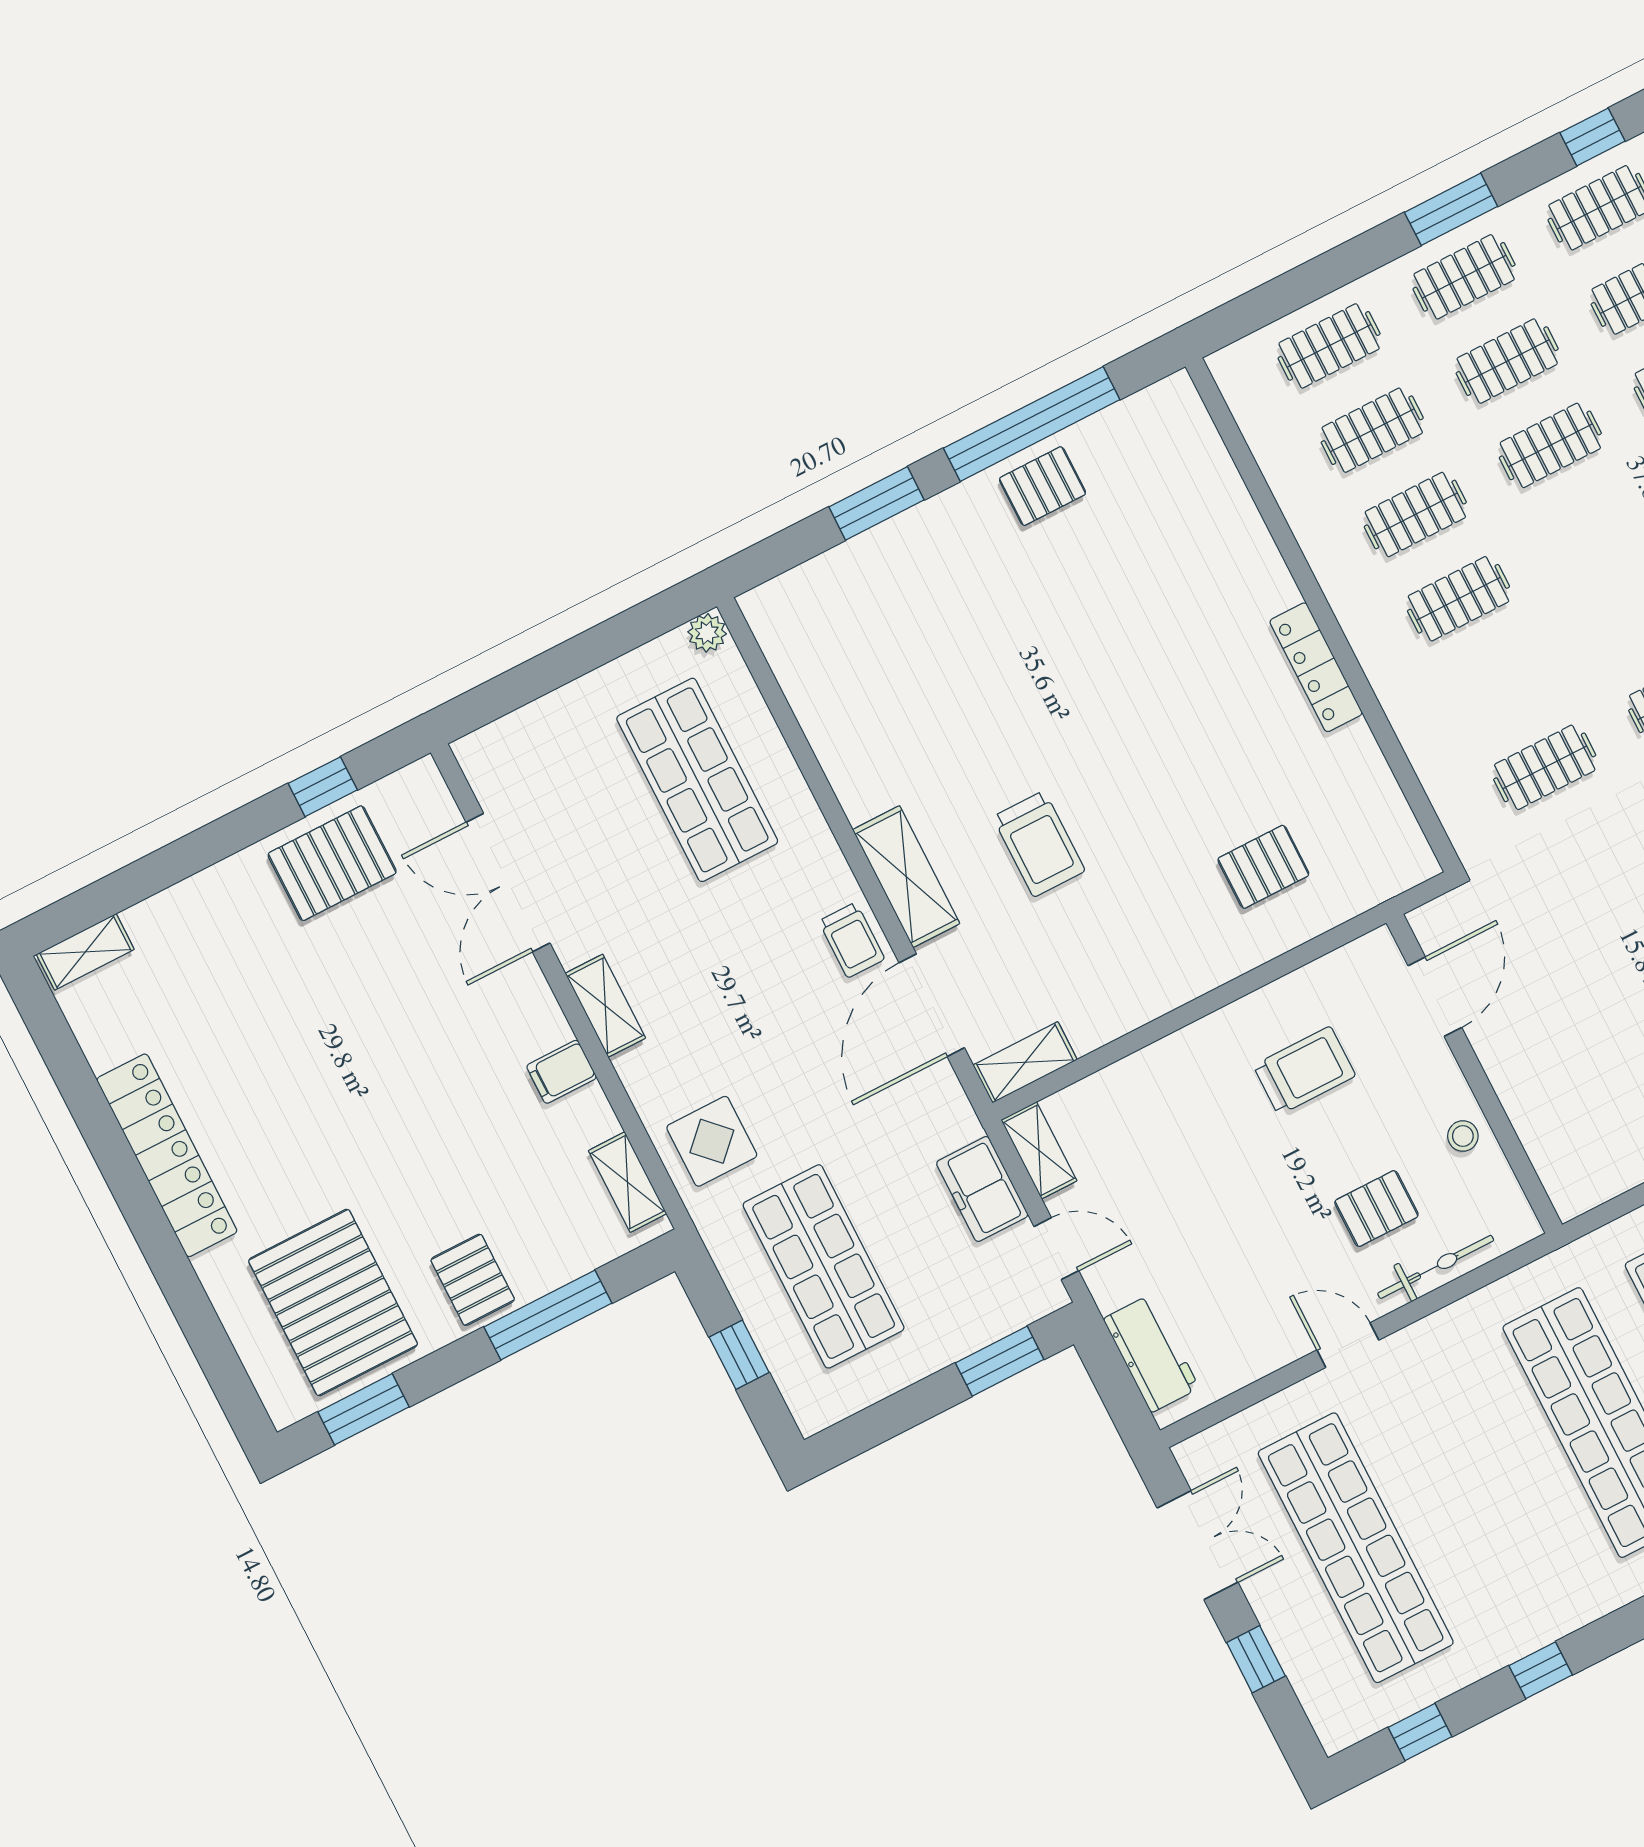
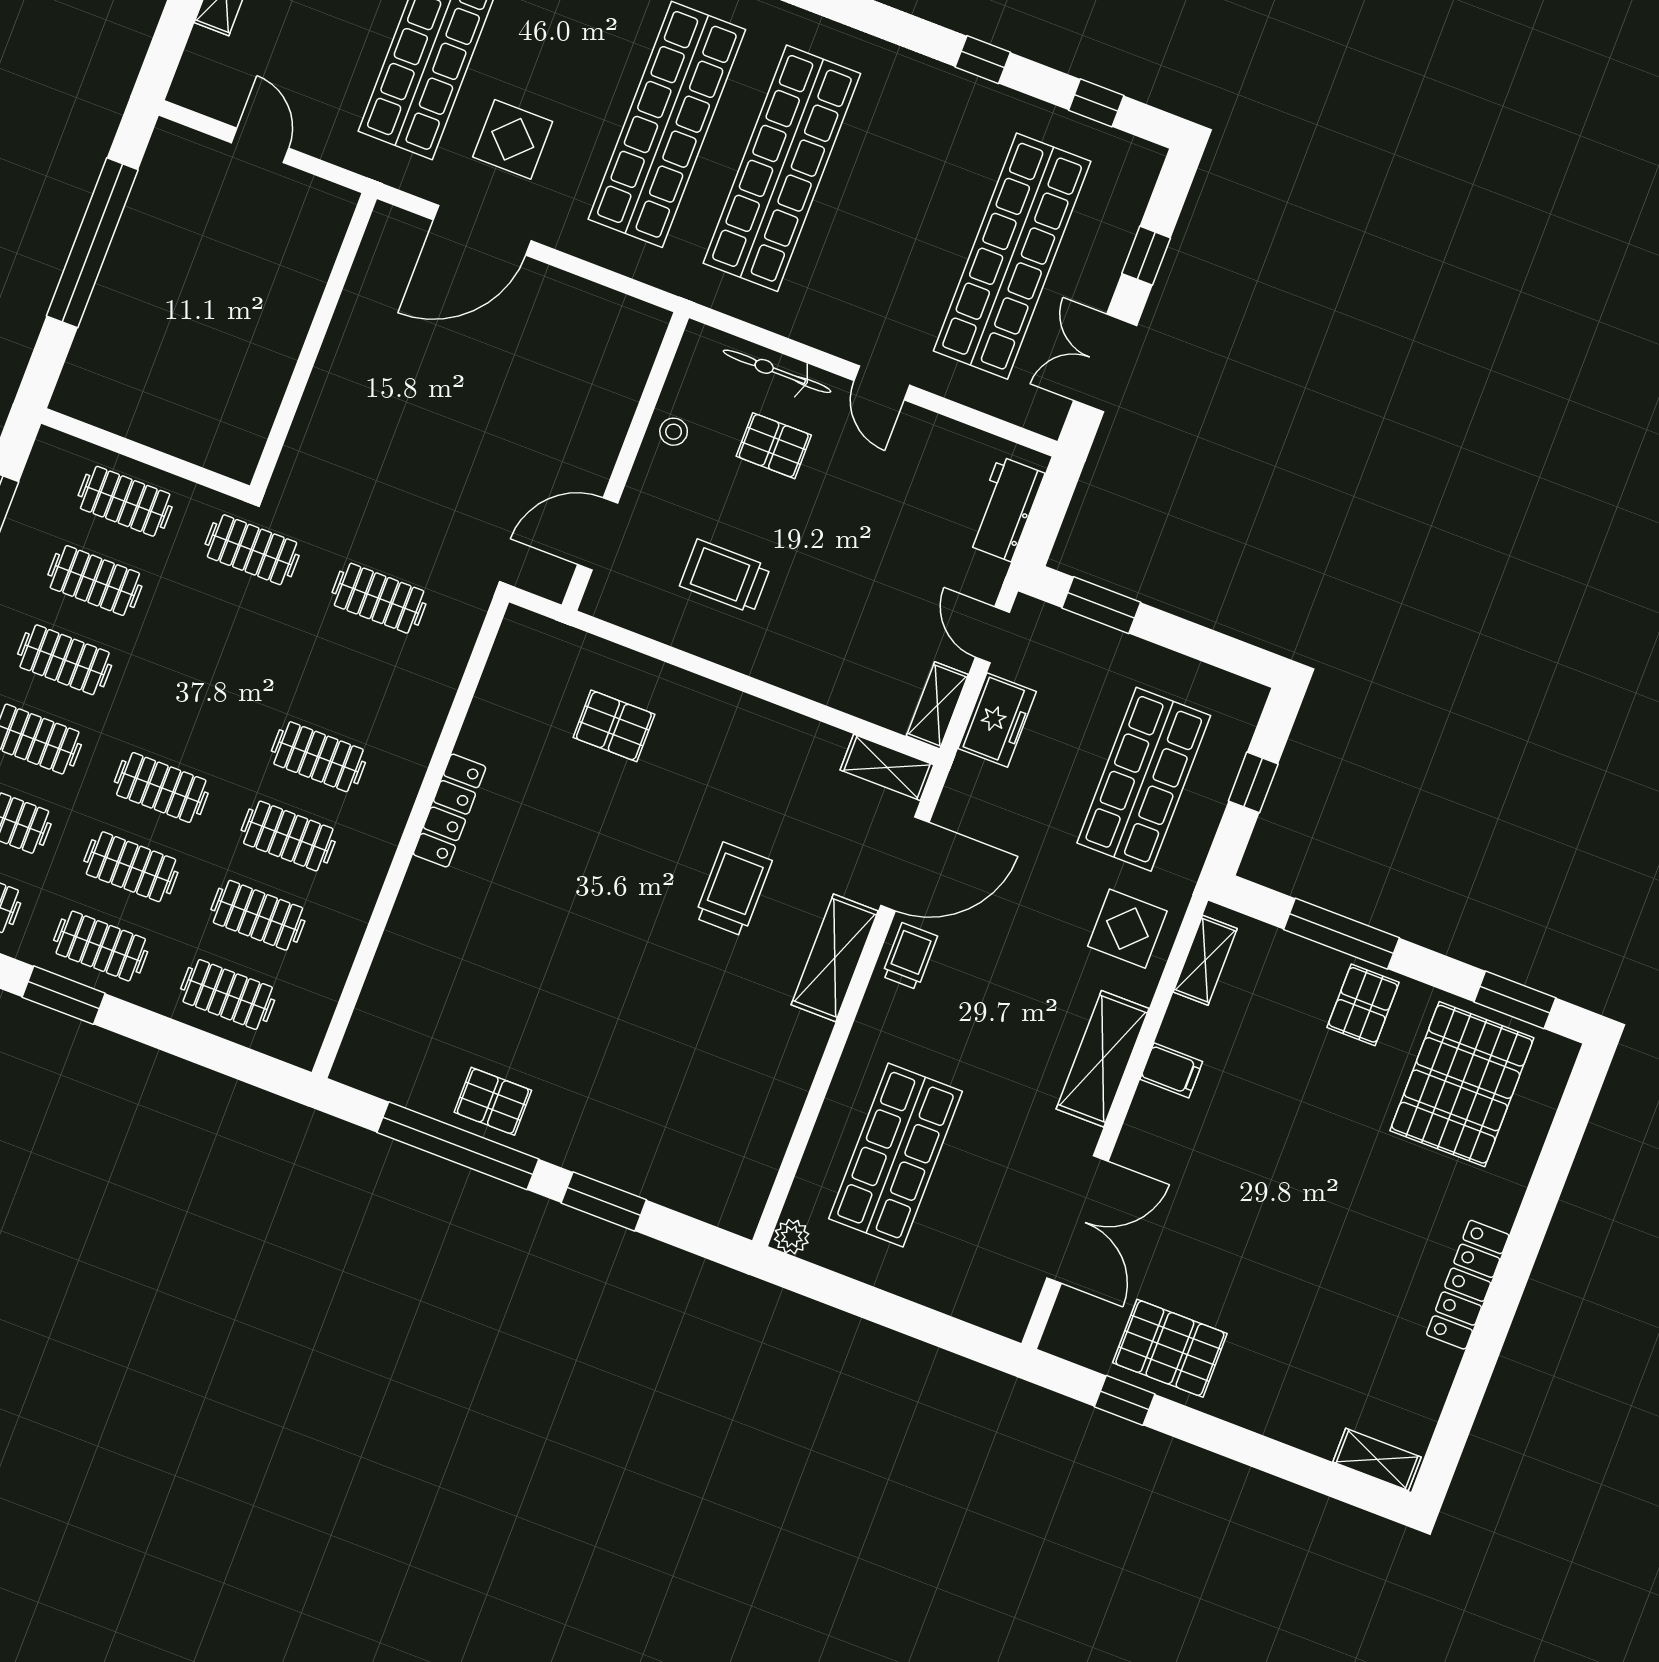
shelving: (605, 1006) -> (1103, 1059), width x1.50, depth x1.33
locker: (167, 1155) -> (1468, 1285), width x0.71, depth x0.83

